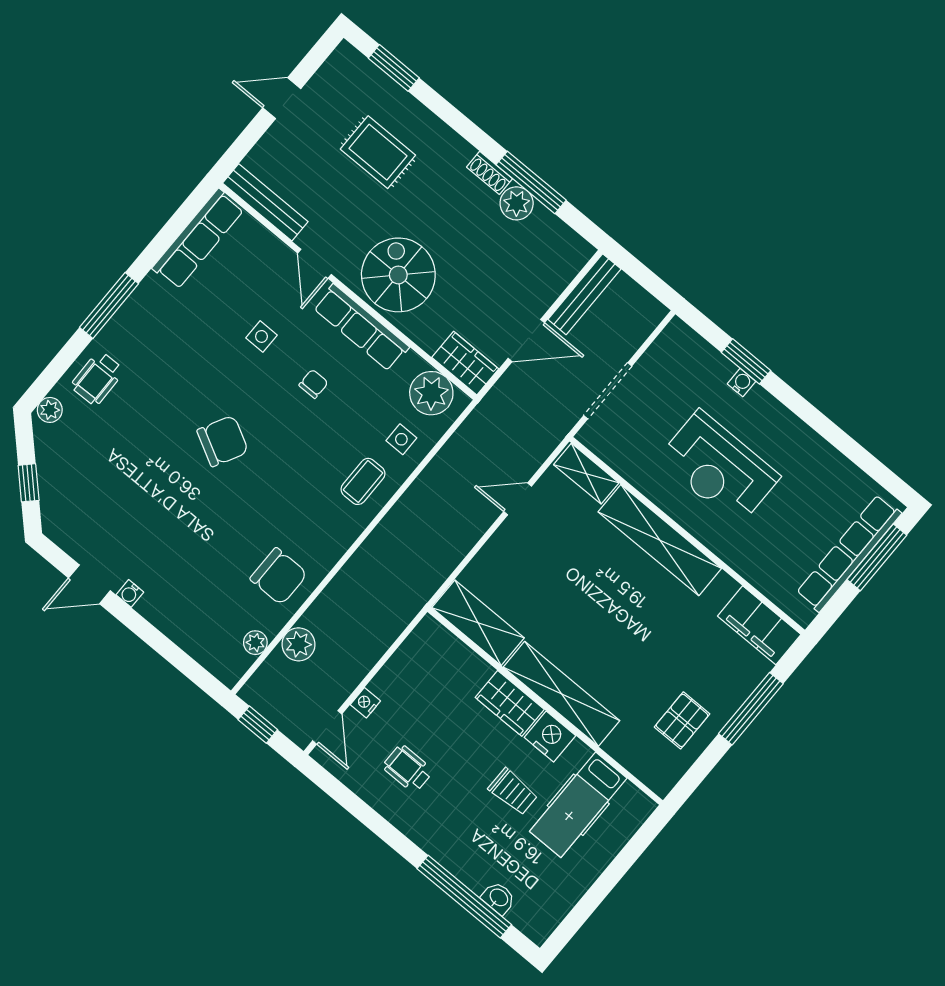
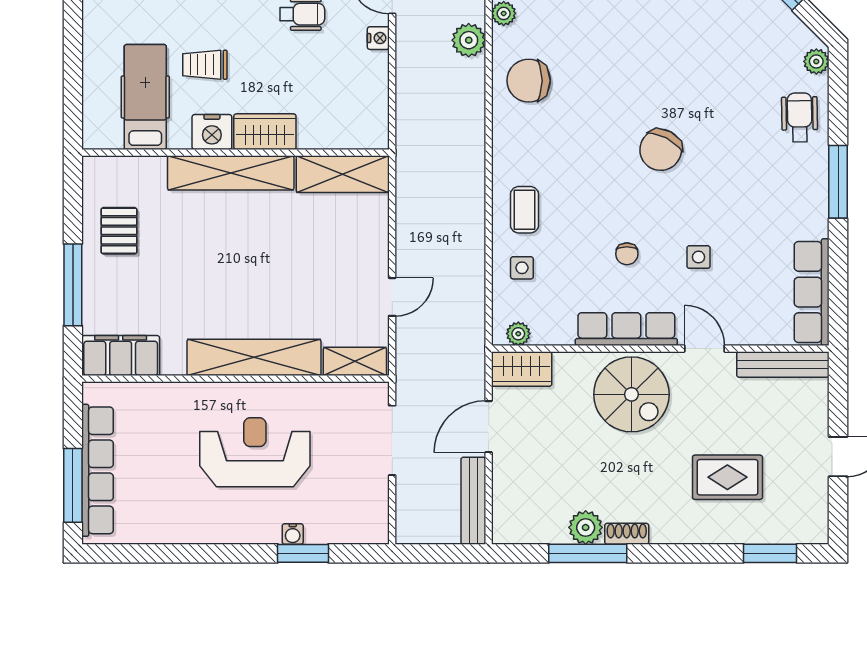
plant: (431, 393) -> (518, 334), width x0.53, depth x0.53

